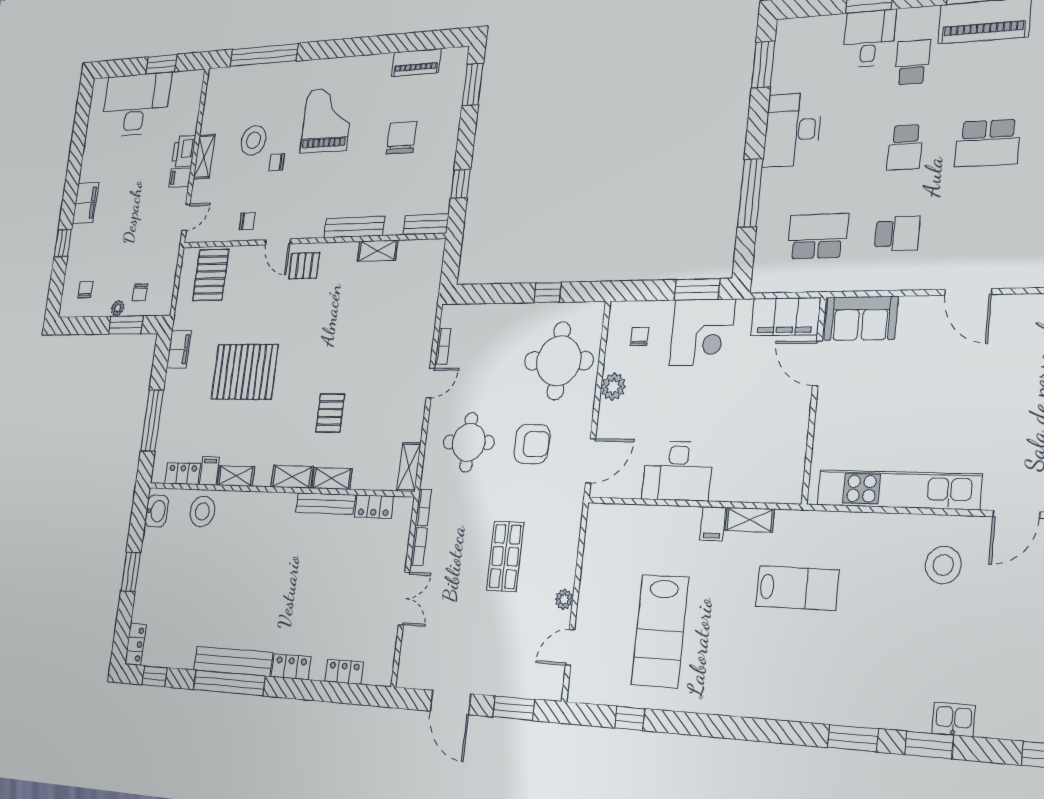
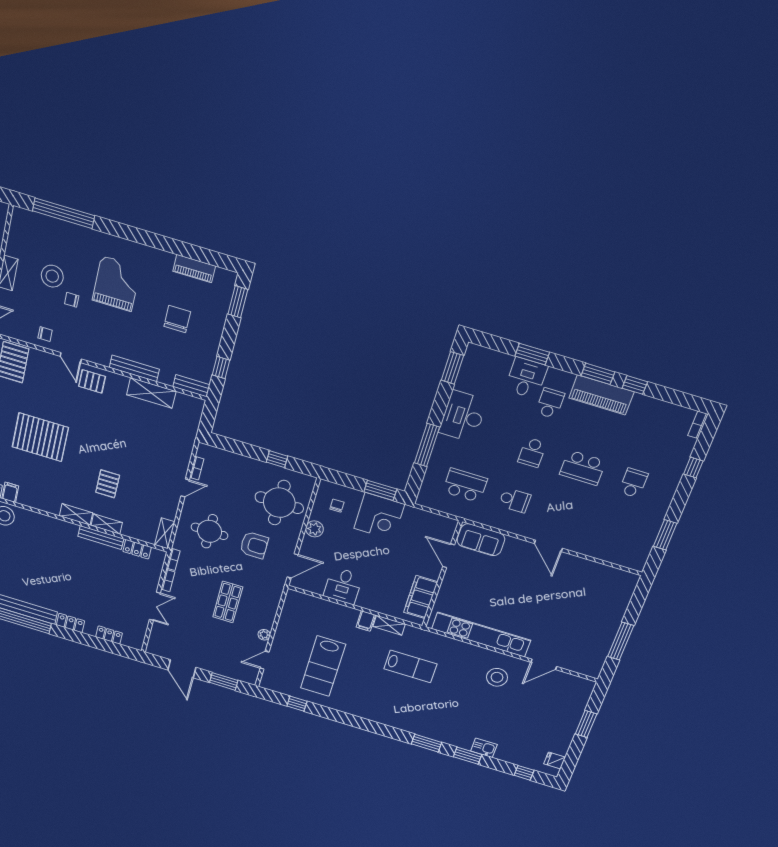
shelving: (378, 251) -> (151, 393), width x1.50, depth x1.33
filing cabinet: (786, 317) -> (421, 597), moved, turned 90
desk: (678, 471) -> (343, 586), width x0.73
shelving: (236, 476) -> (32, 501), removed

